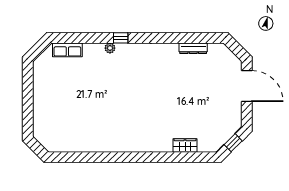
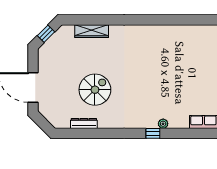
spiral stairs: (182, 84) -> (95, 90), added
wardrobe: (185, 145) -> (92, 31), width x1.50

